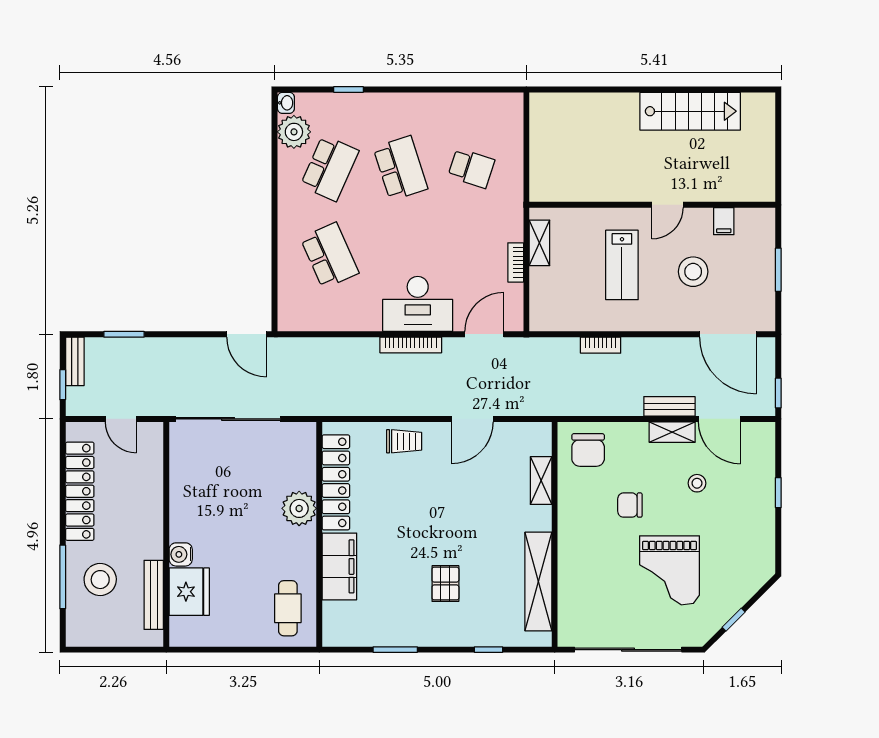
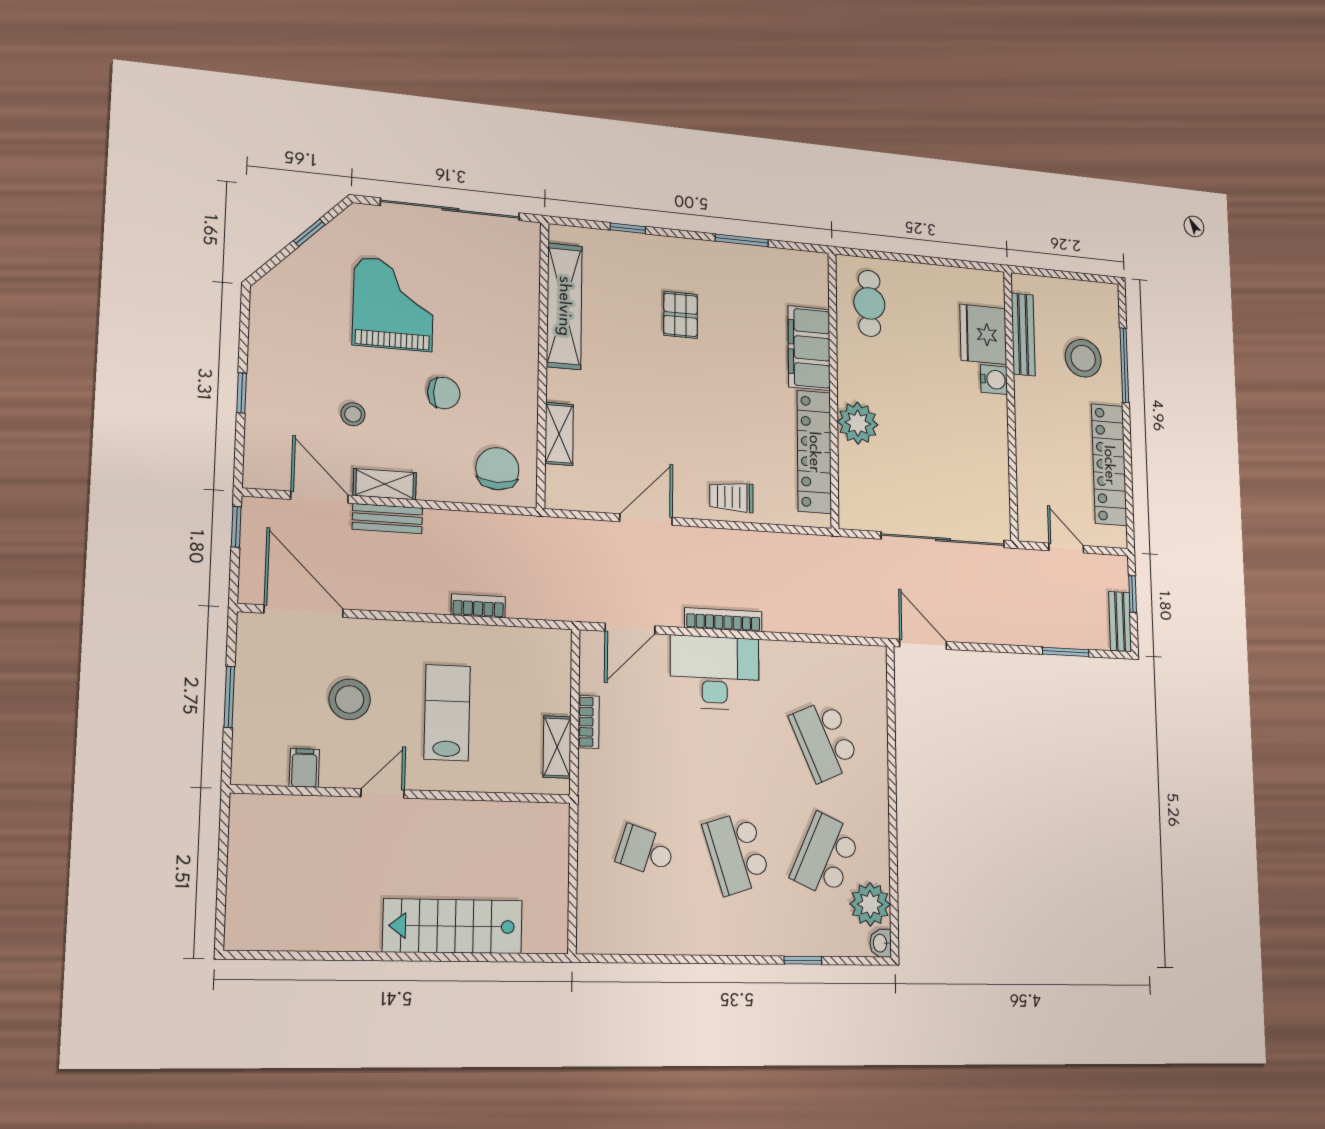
stairs: (690, 111) -> (453, 926), moved

